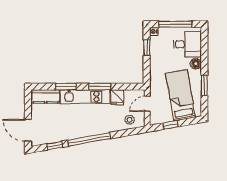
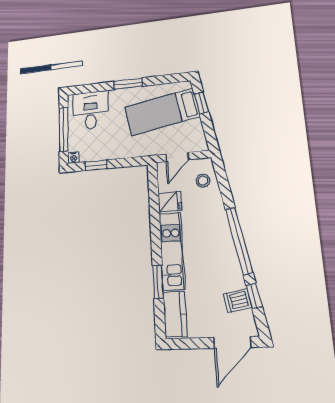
floor lamp: (196, 64) -> (117, 96), removed
window: (204, 85) -> (128, 84), moved
window: (100, 87) -> (155, 229), removed
door: (147, 104) -> (177, 157), hinge flipped
window: (171, 125) -> (201, 103), moved
dishwasher: (52, 135) -> (238, 301), added

